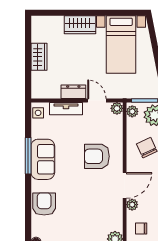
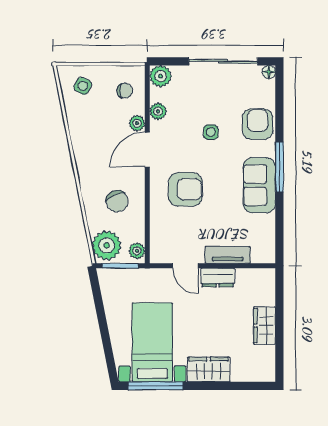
window: (119, 13) -> (155, 386), added
plant: (117, 108) -> (158, 111), moved
side table: (38, 113) -> (211, 132), moved
window: (28, 156) -> (279, 167), moved
armchair: (44, 204) -> (258, 124), turned 180

